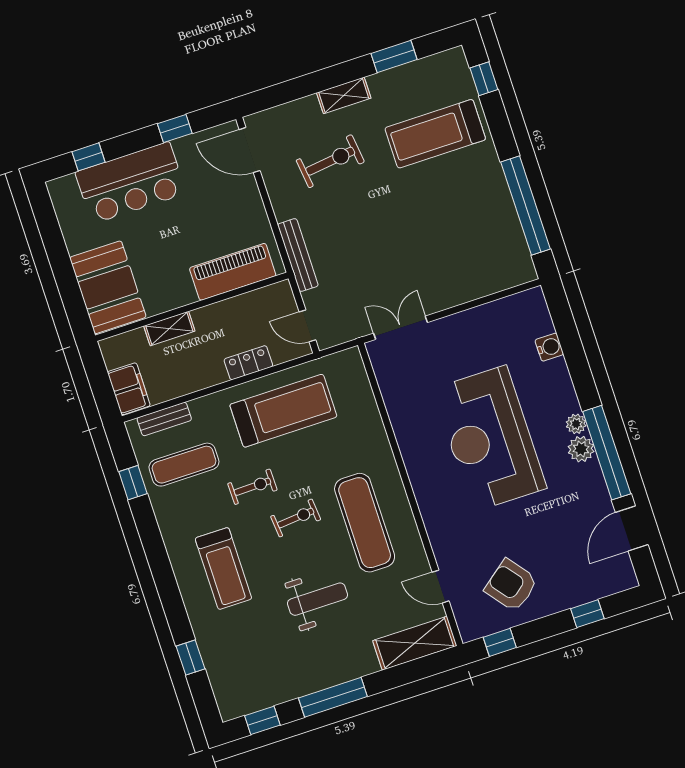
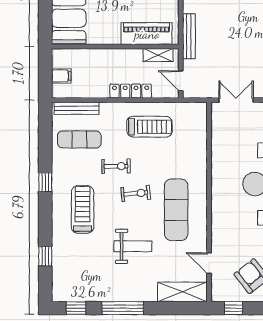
shelving: (169, 329) -> (158, 55), moved
locker: (248, 363) -> (131, 91), width x1.53
filing cabinet: (129, 389) -> (61, 76), width x0.50
treadmill: (283, 411) -> (150, 127), width x0.73, depth x0.73
bench: (164, 419) -> (77, 108), width x1.36
window: (133, 483) -> (45, 182), moved
treadmill: (223, 568) -> (83, 209), turned 180

